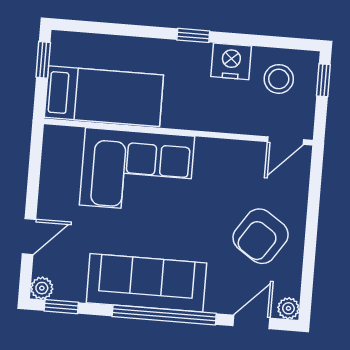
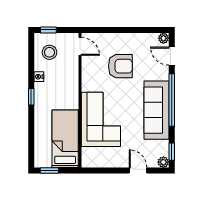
nightstand: (231, 61) -> (39, 77), width x0.53, depth x0.56
armchair: (261, 236) -> (120, 66), moved, turned -34

